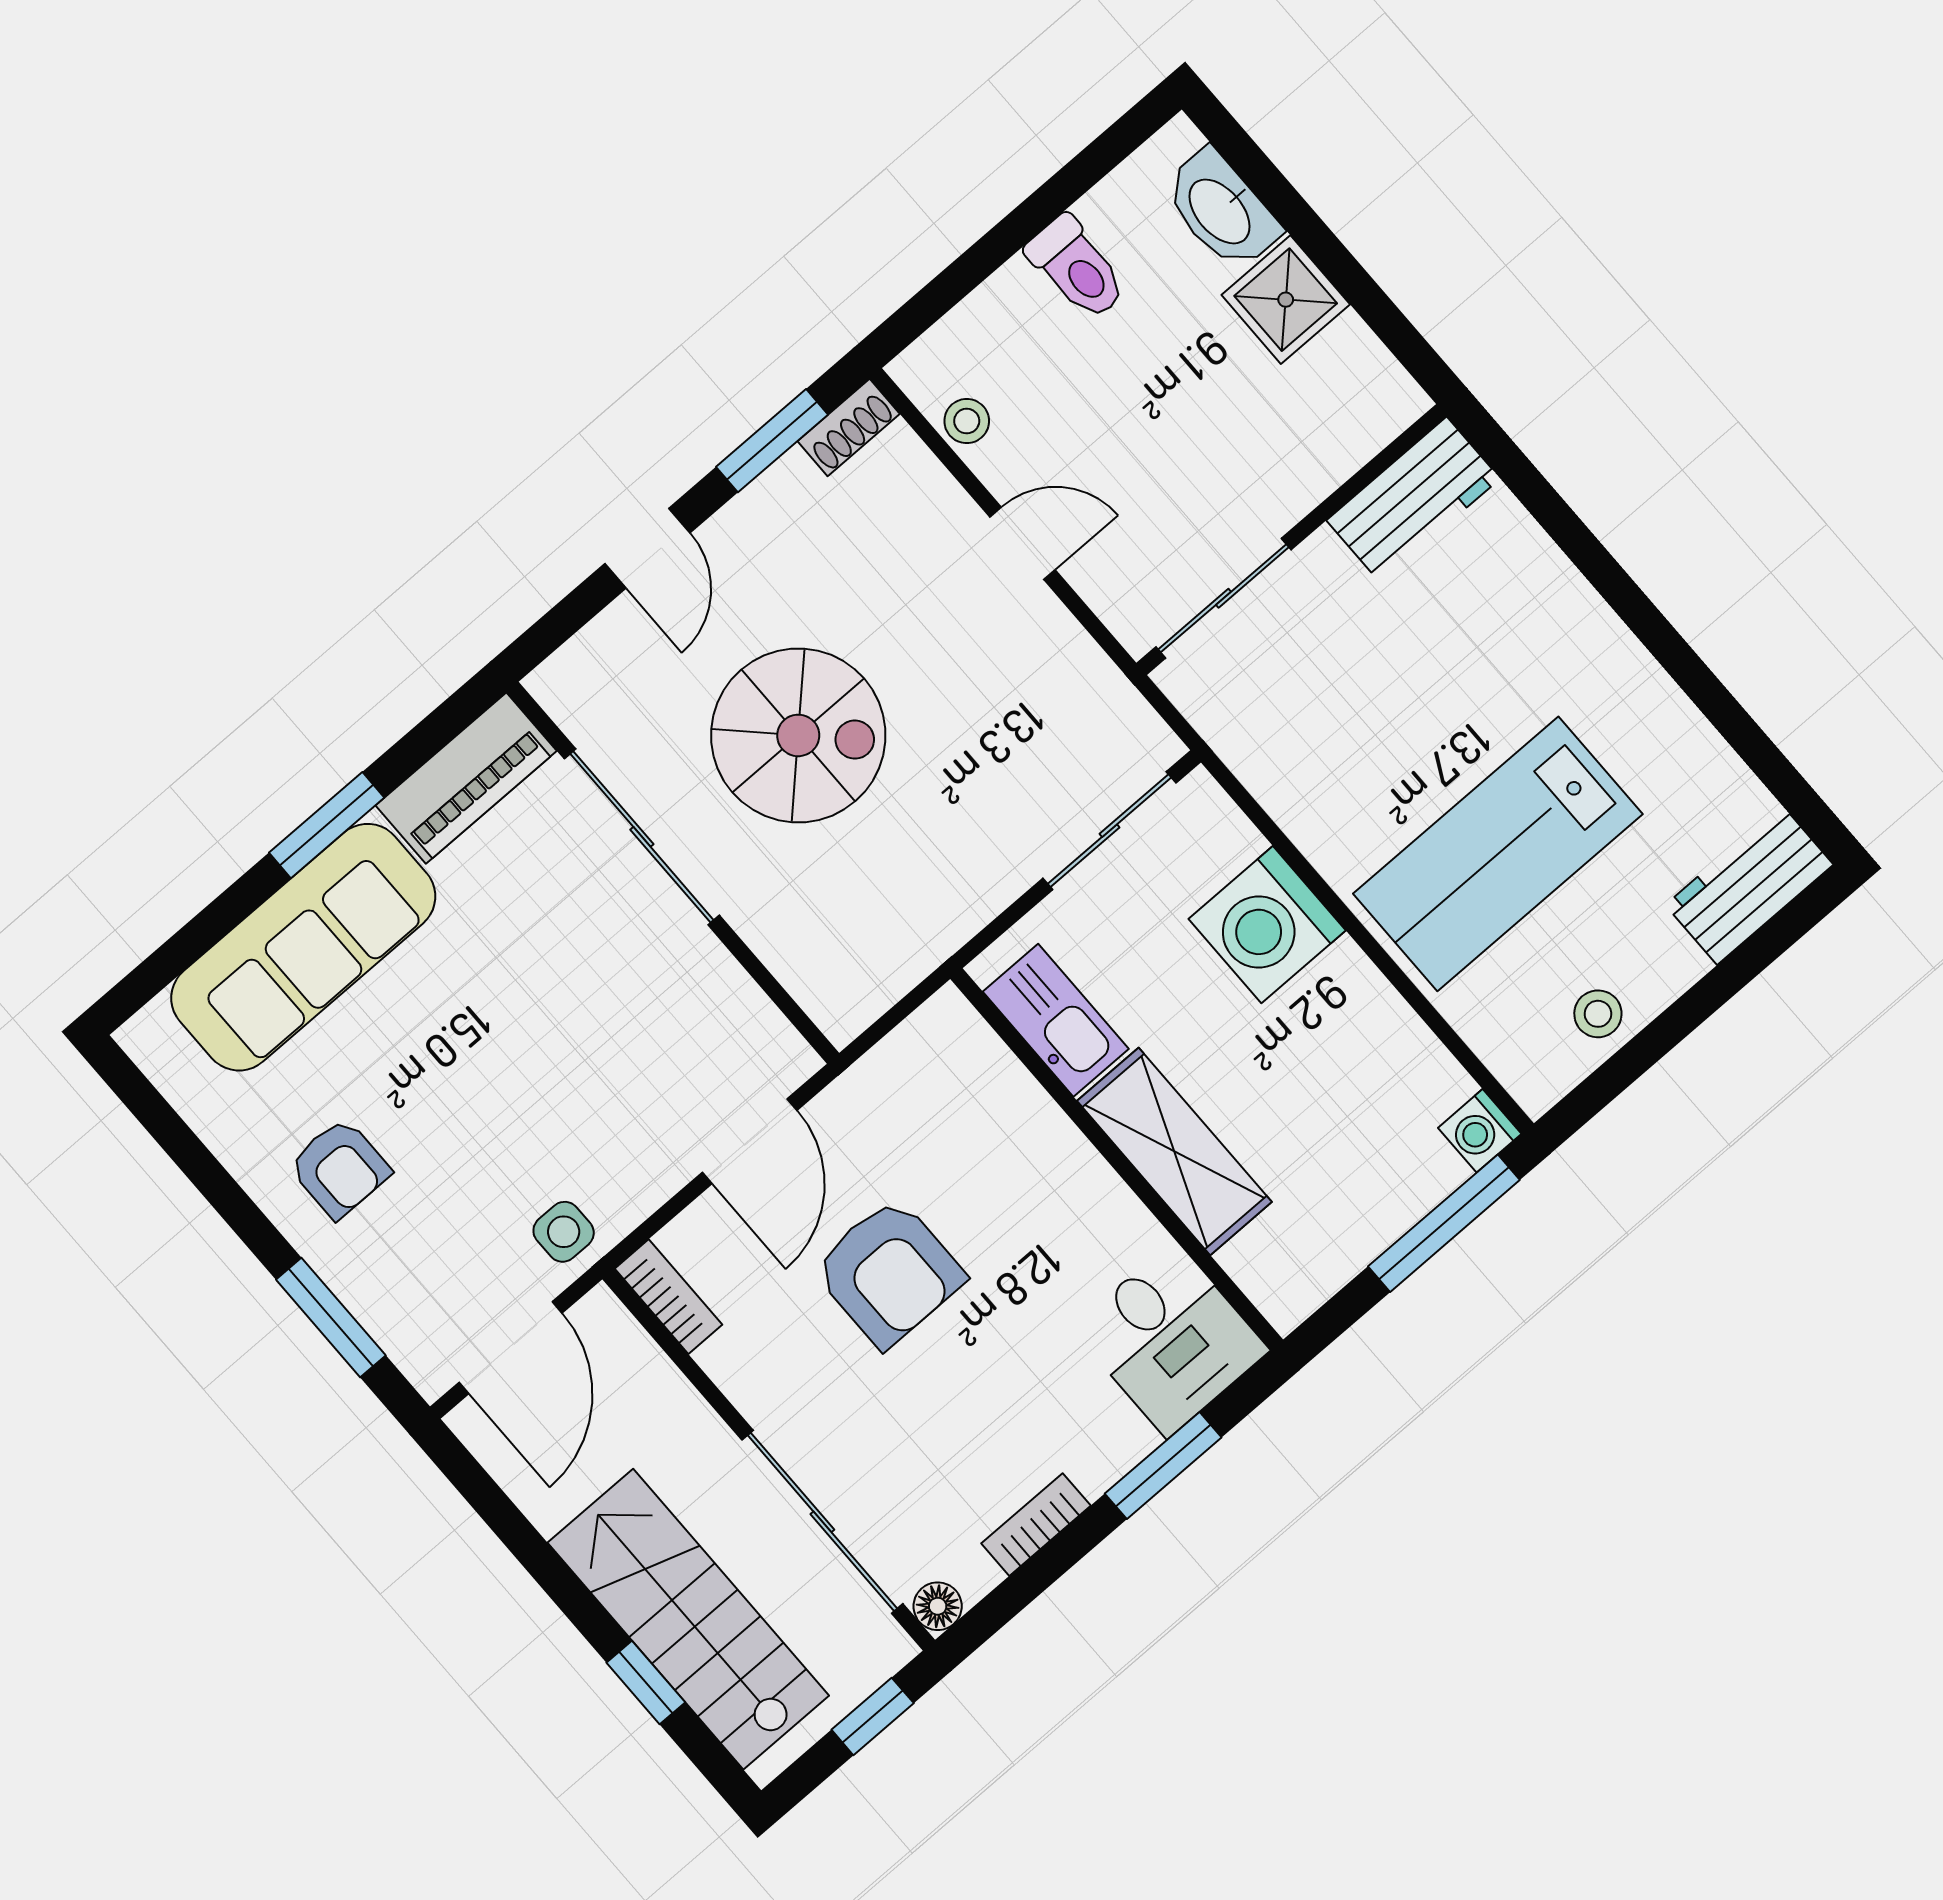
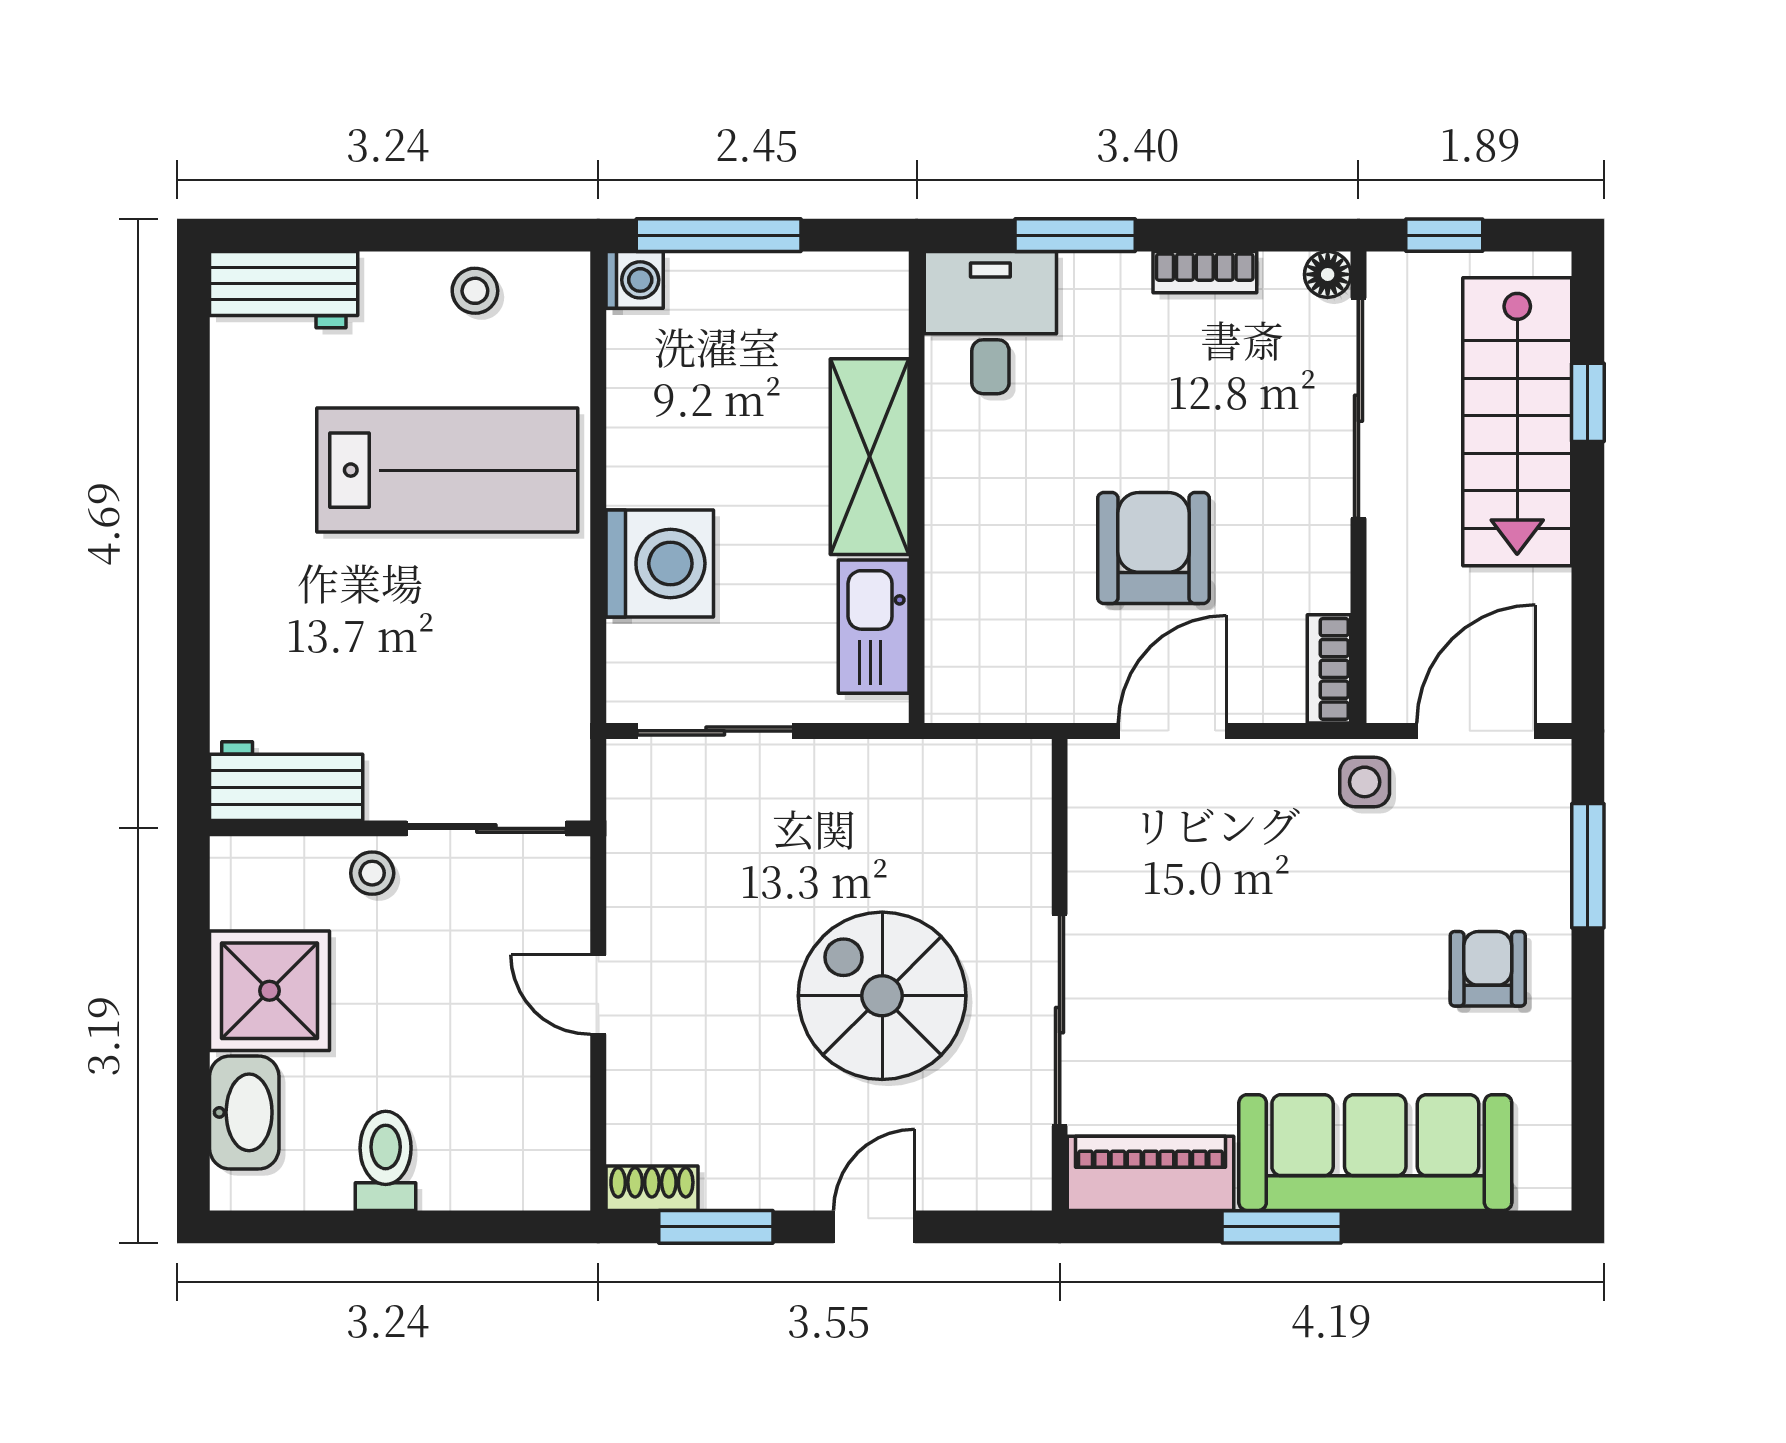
shower: (1286, 300) -> (269, 991), width x1.36, depth x1.36
stool: (967, 421) -> (372, 873), moved

